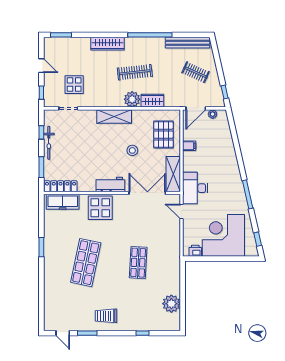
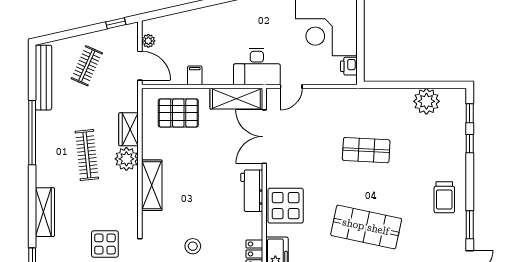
wardrobe: (107, 44) -> (45, 212), moved
stool: (132, 150) -> (193, 246), moved
window: (163, 333) -> (470, 113), added

